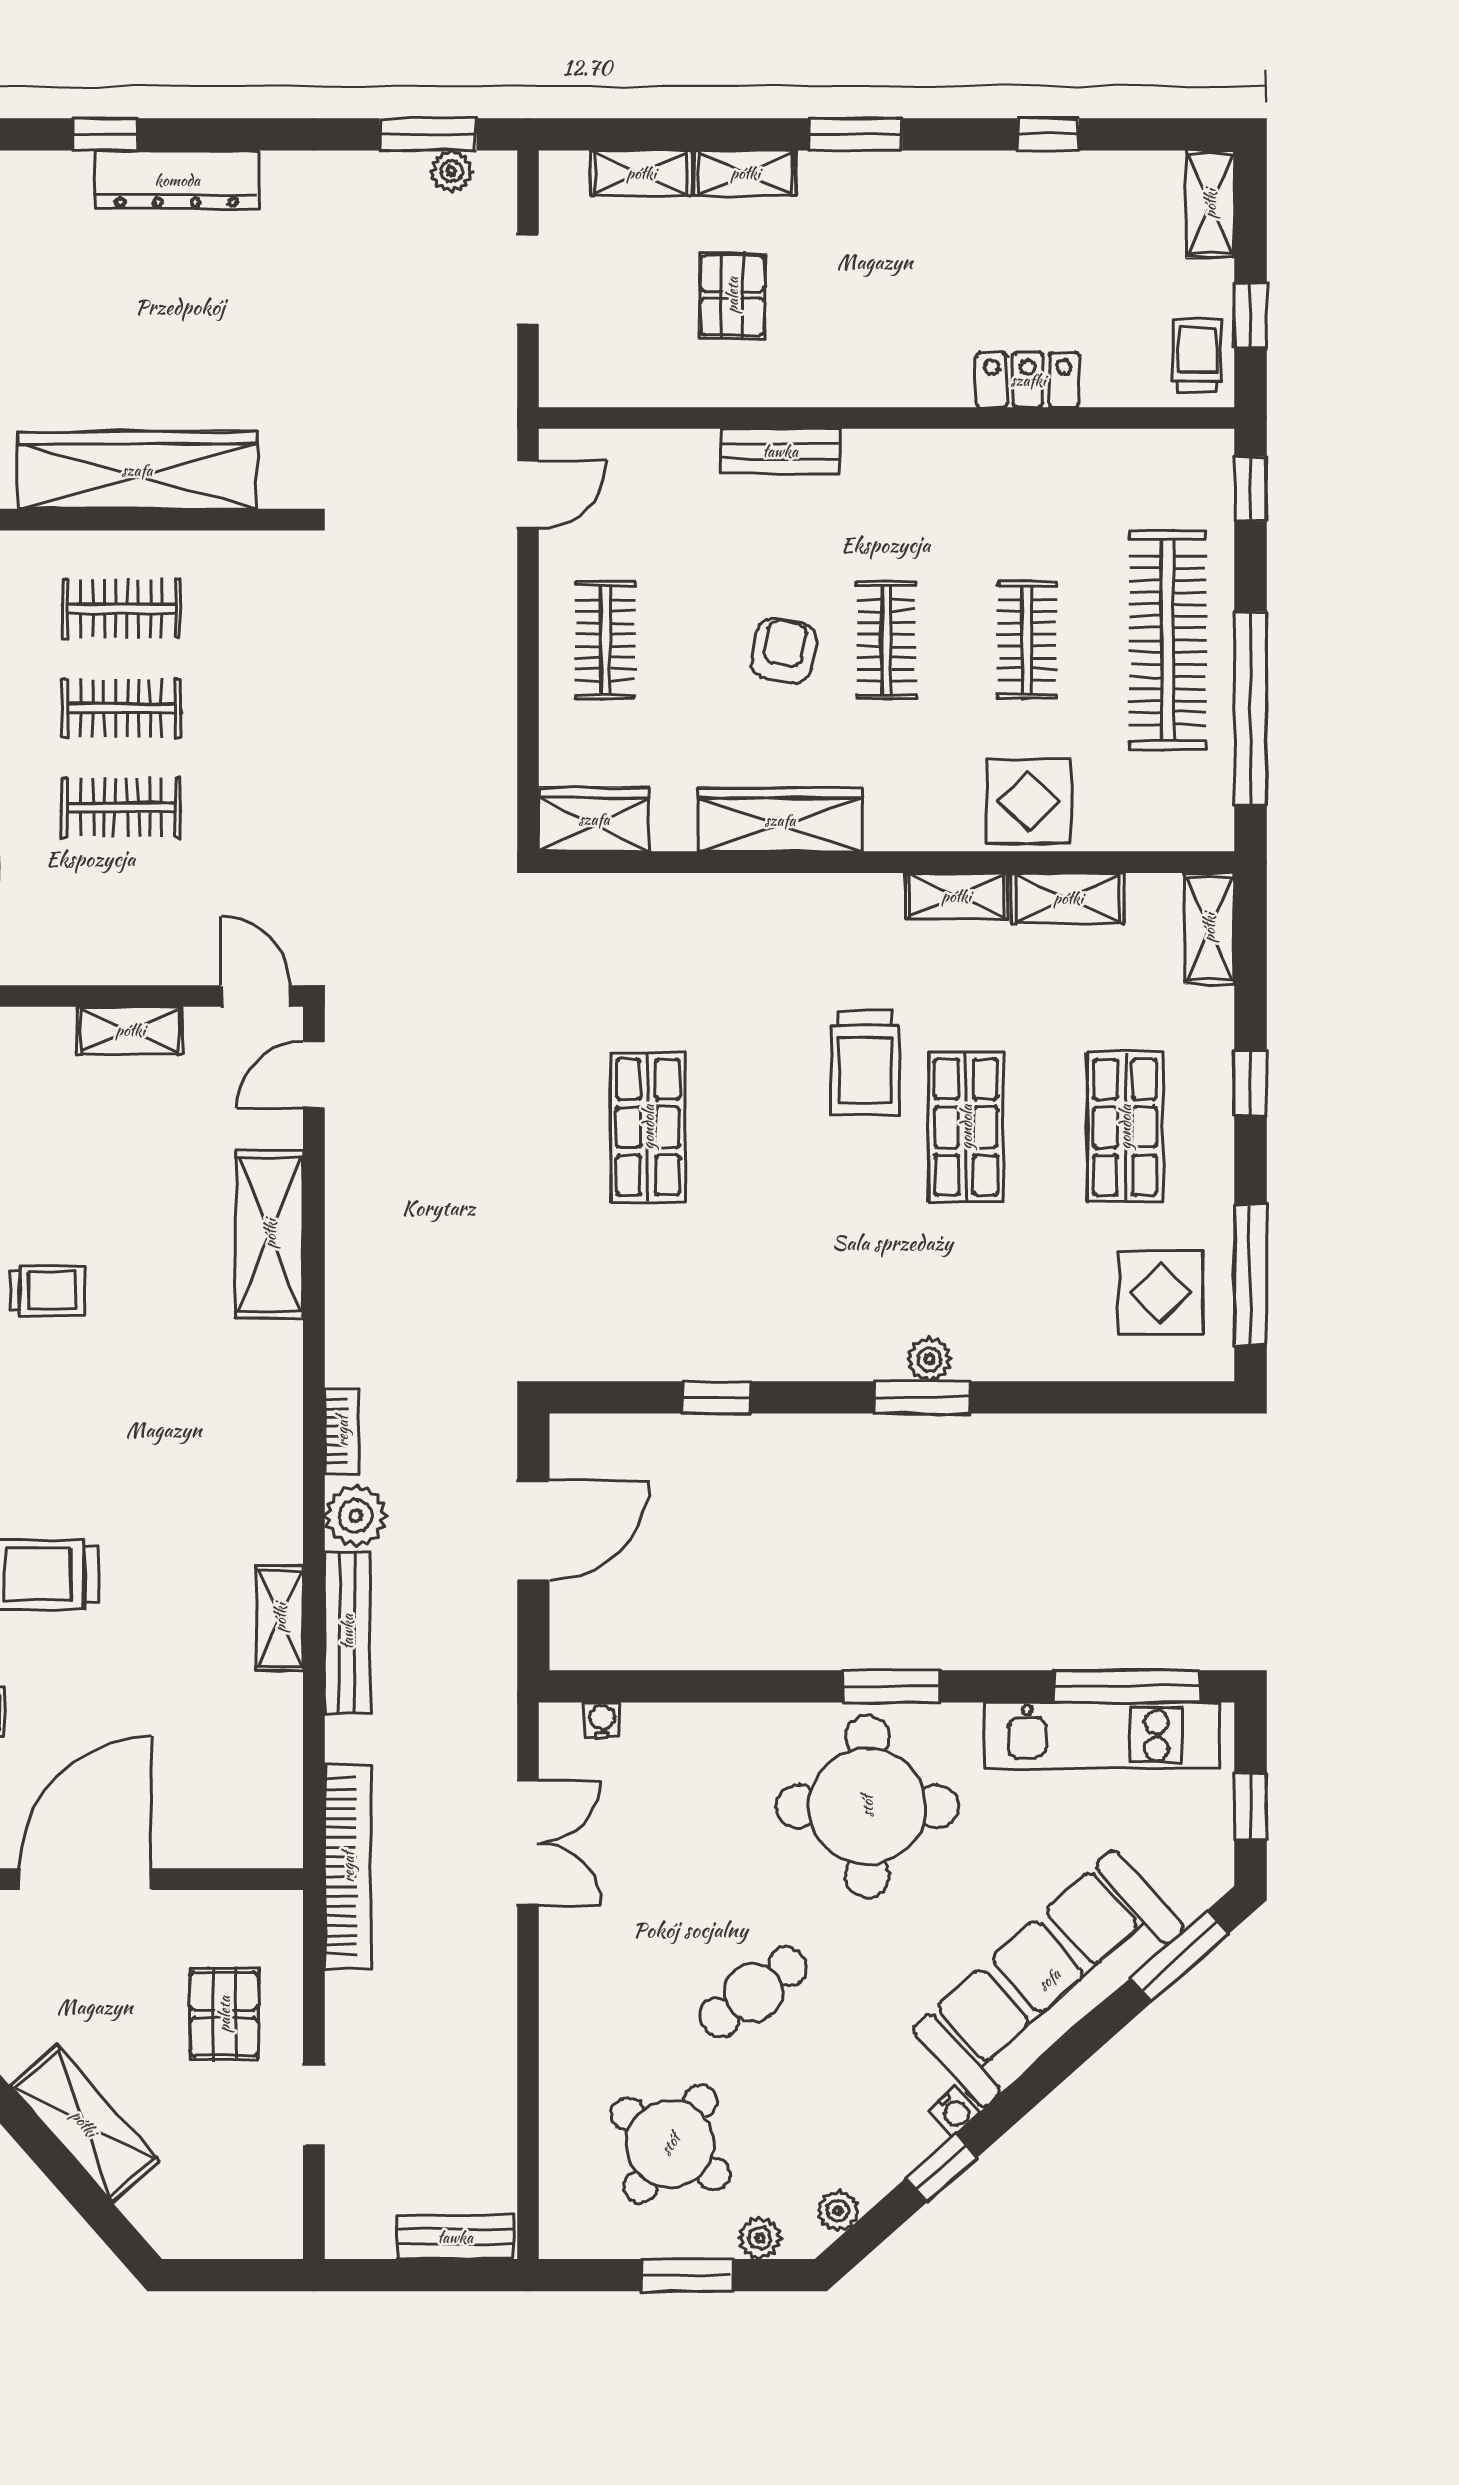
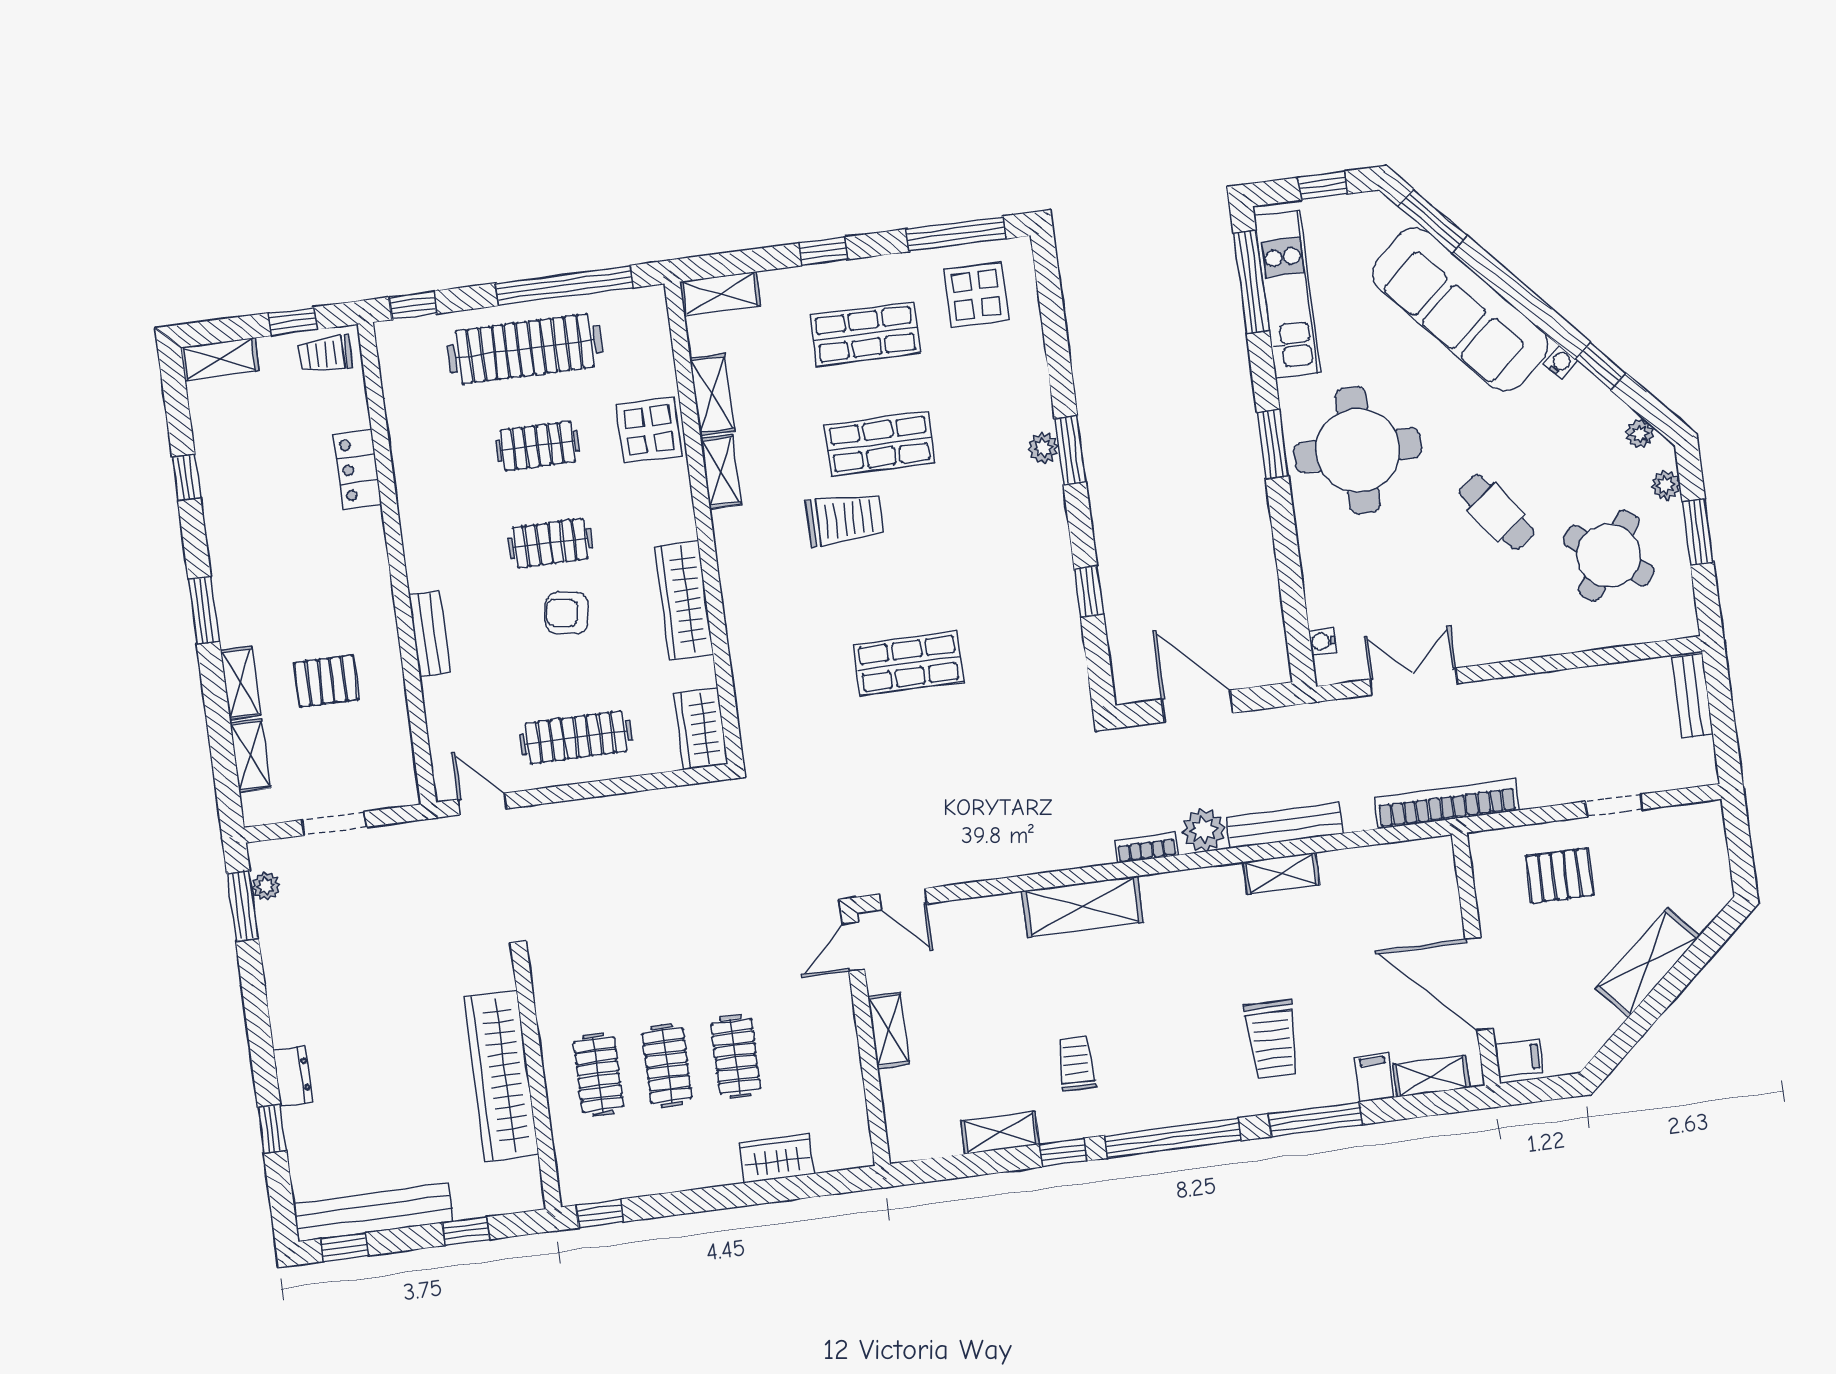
dresser: (177, 180) -> (293, 1076), width x0.51, depth x0.80
clothes rail: (605, 640) -> (576, 737), width x1.36
shelving: (270, 1234) -> (1082, 907), moved

